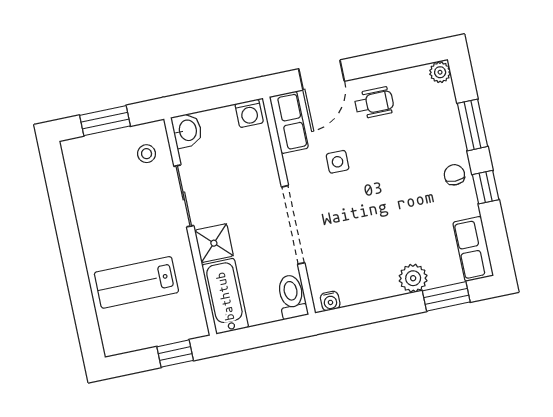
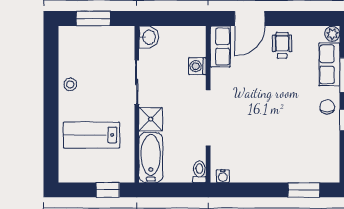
wheelchair: (374, 103) -> (282, 45), turned -90
washing machine: (249, 113) -> (197, 66), moved, turned 90
stool: (147, 154) -> (70, 84), moved
side table: (338, 162) -> (248, 81), removed
row of seats: (473, 249) -> (329, 64), moved
plant: (413, 278) -> (284, 172), removed
toilet: (292, 297) -> (199, 172), width x0.73, depth x0.72

